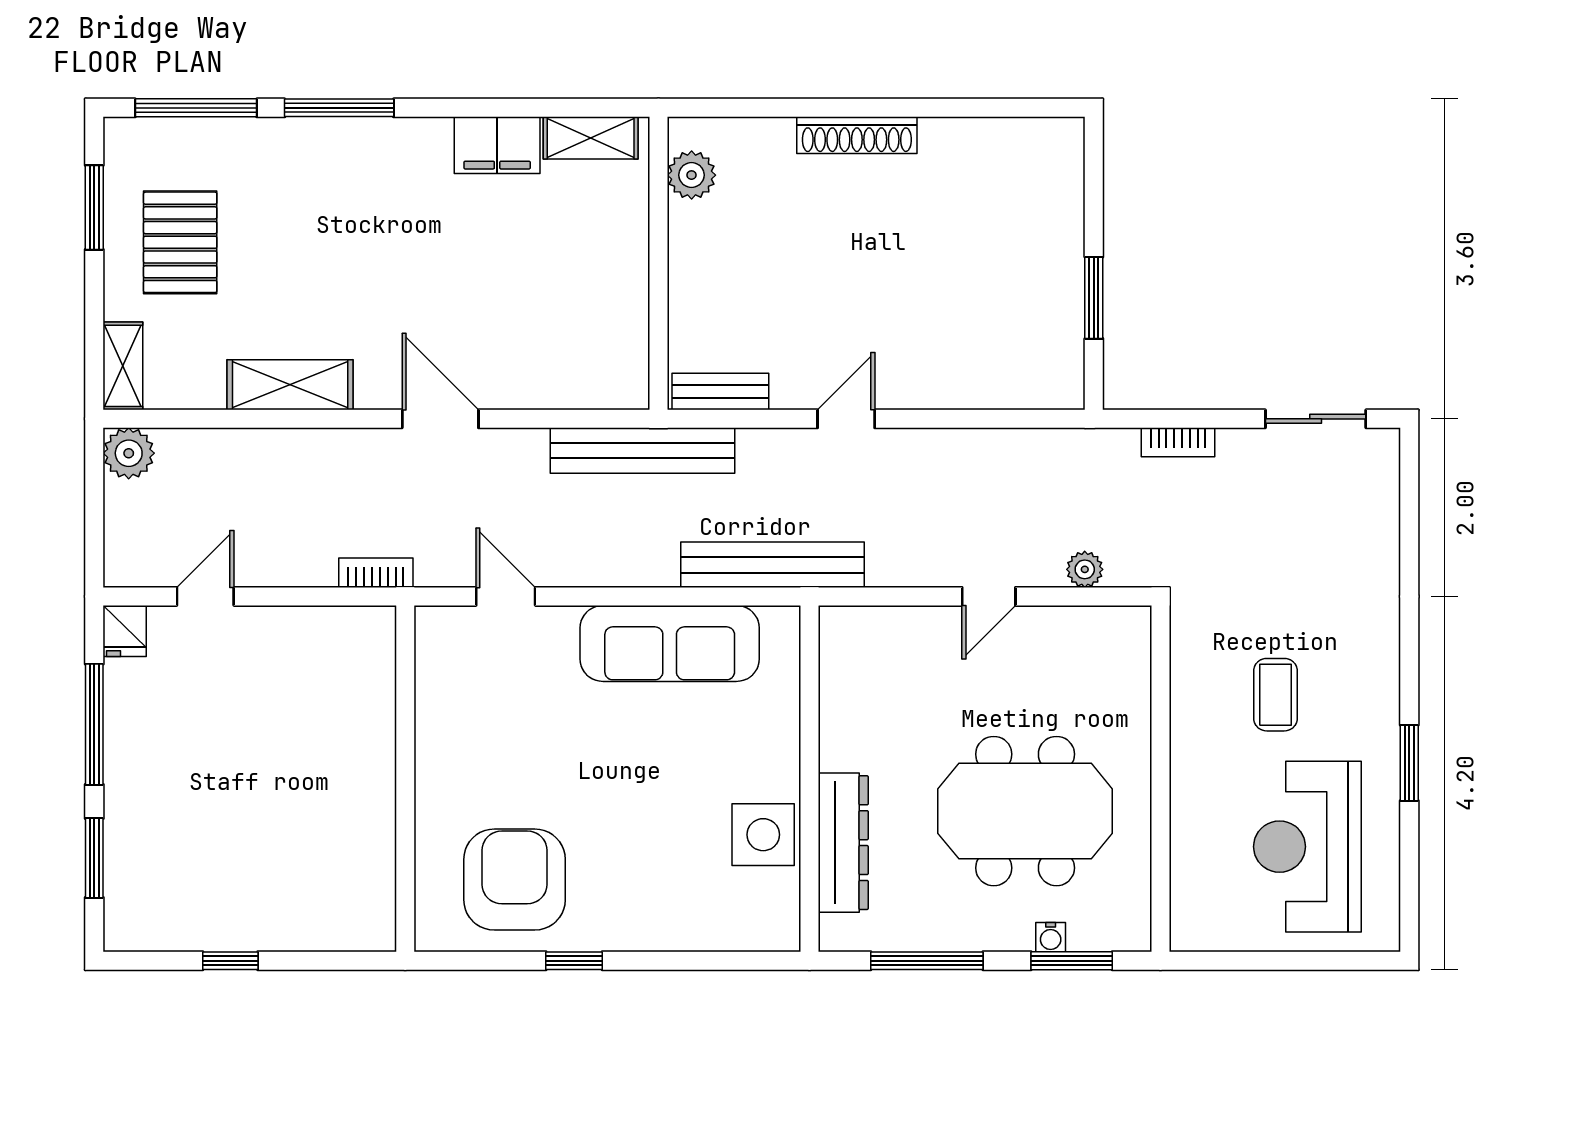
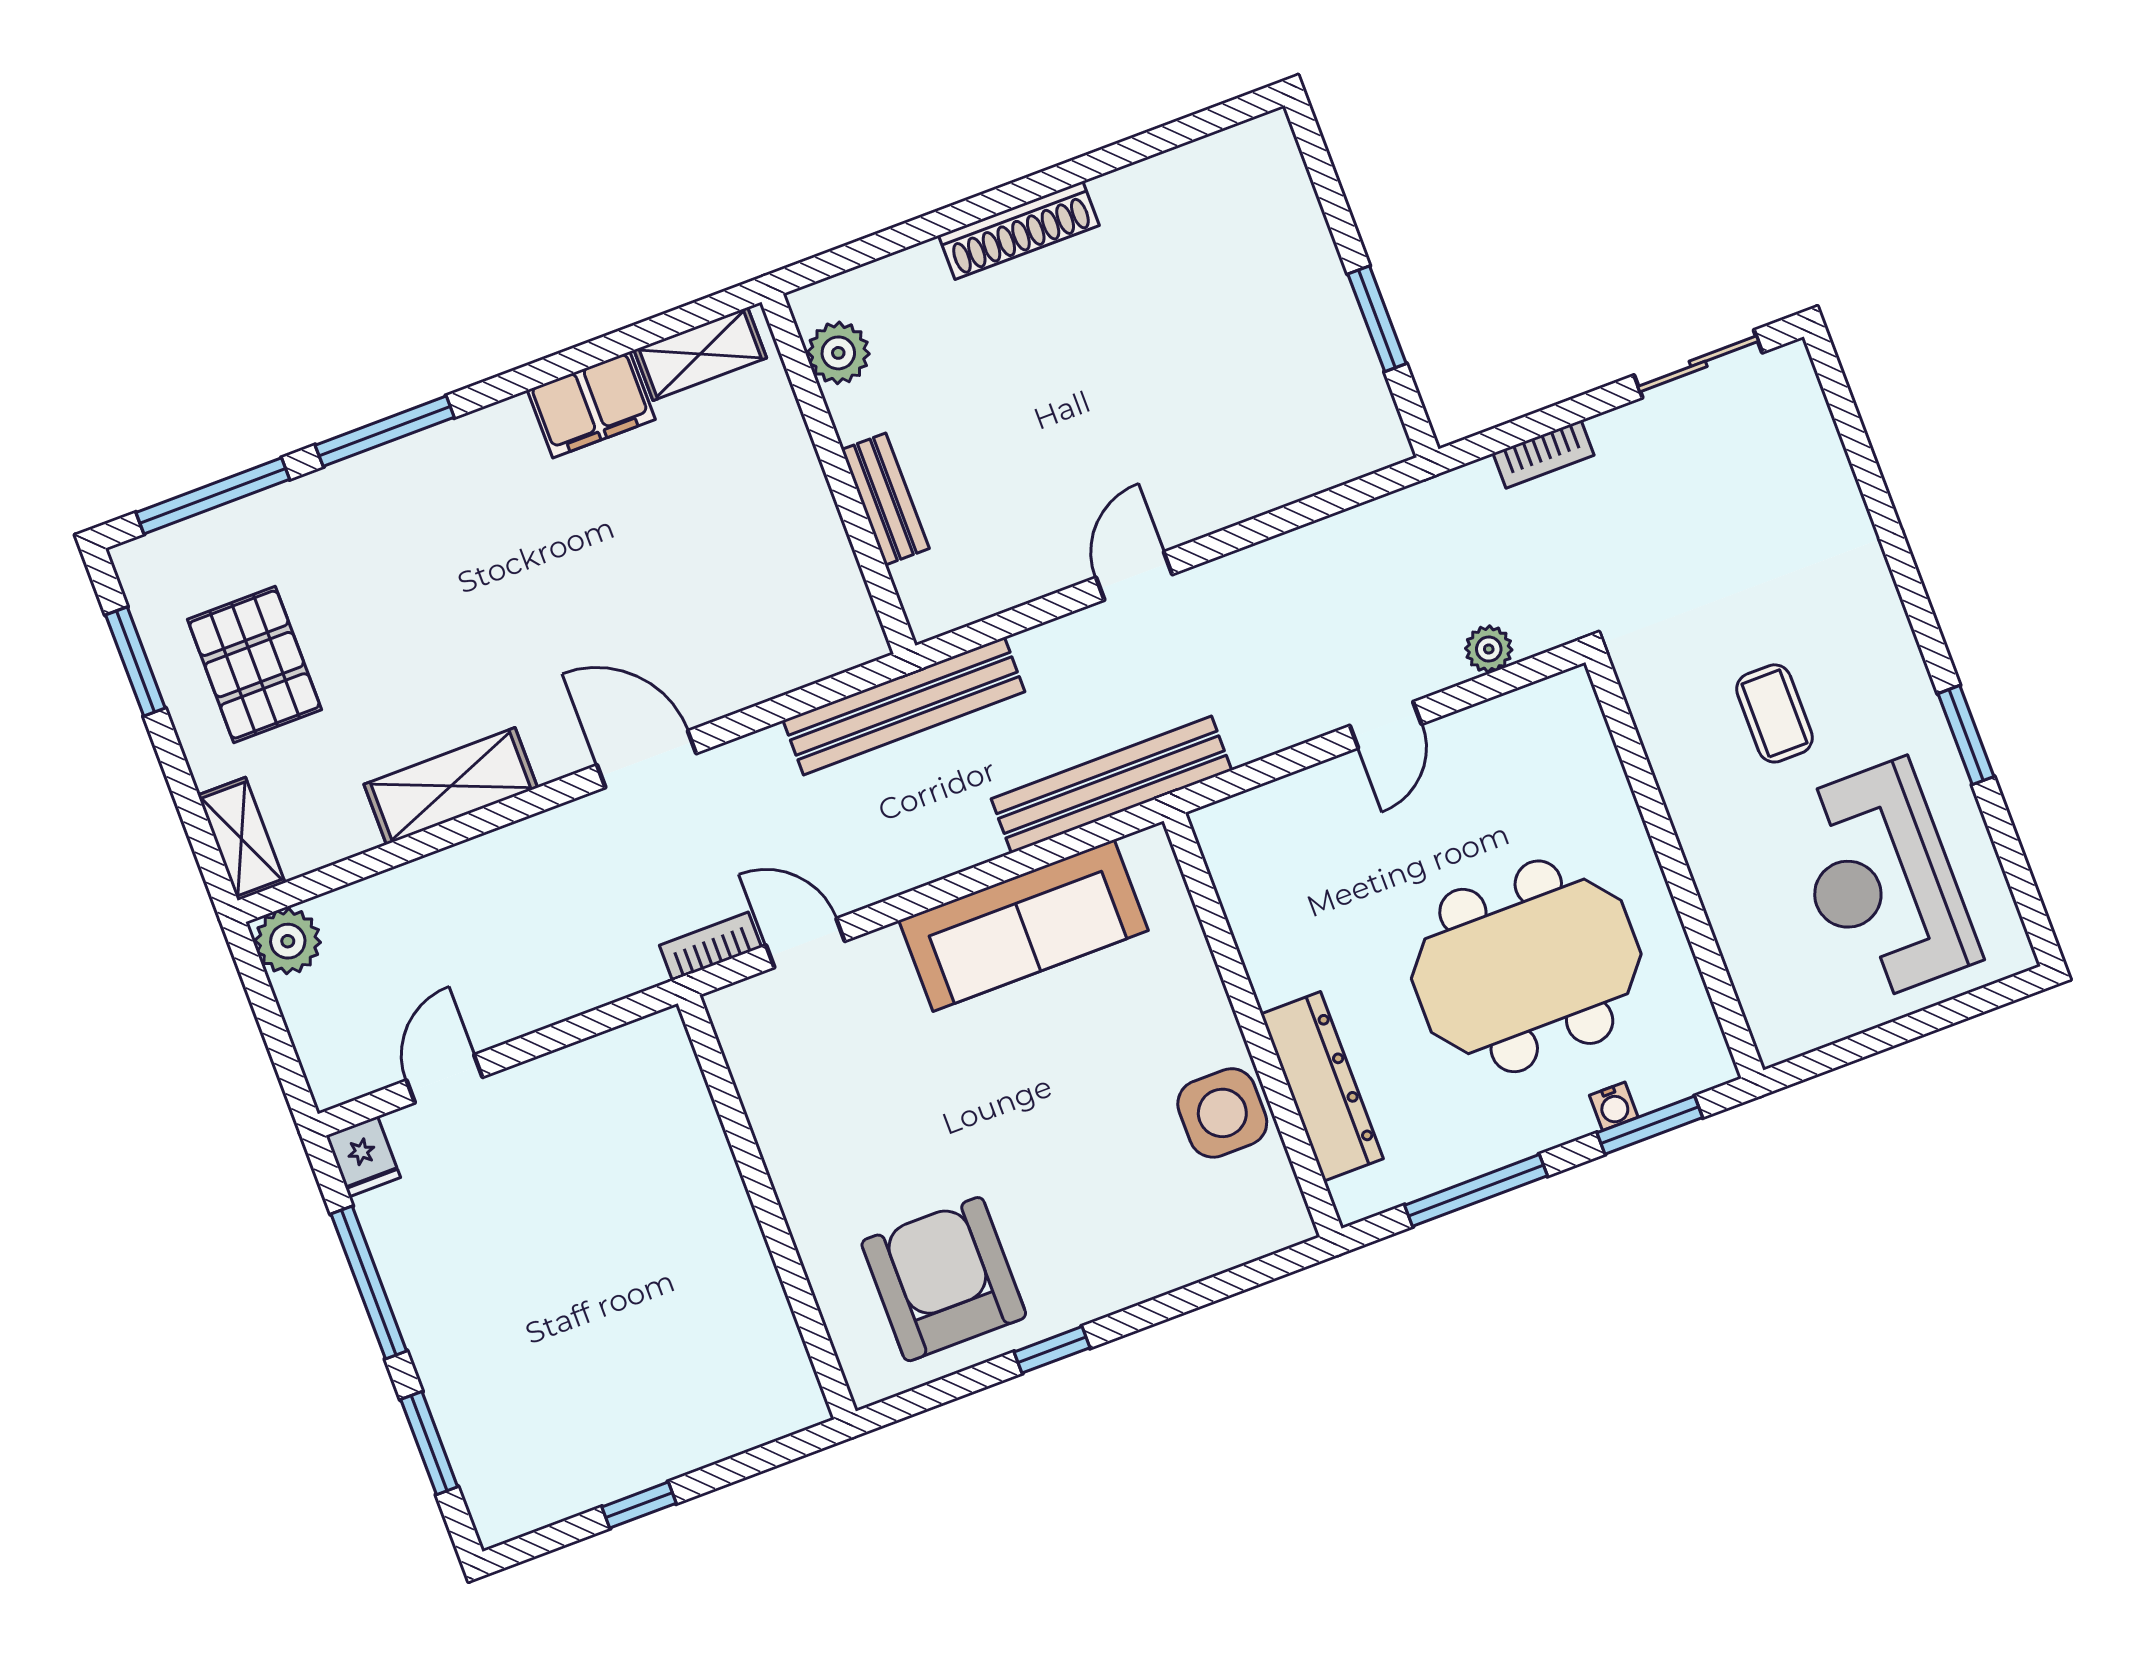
bench: (720, 391) -> (885, 499), moved, turned 90
bookcase: (376, 573) -> (710, 946), moved

